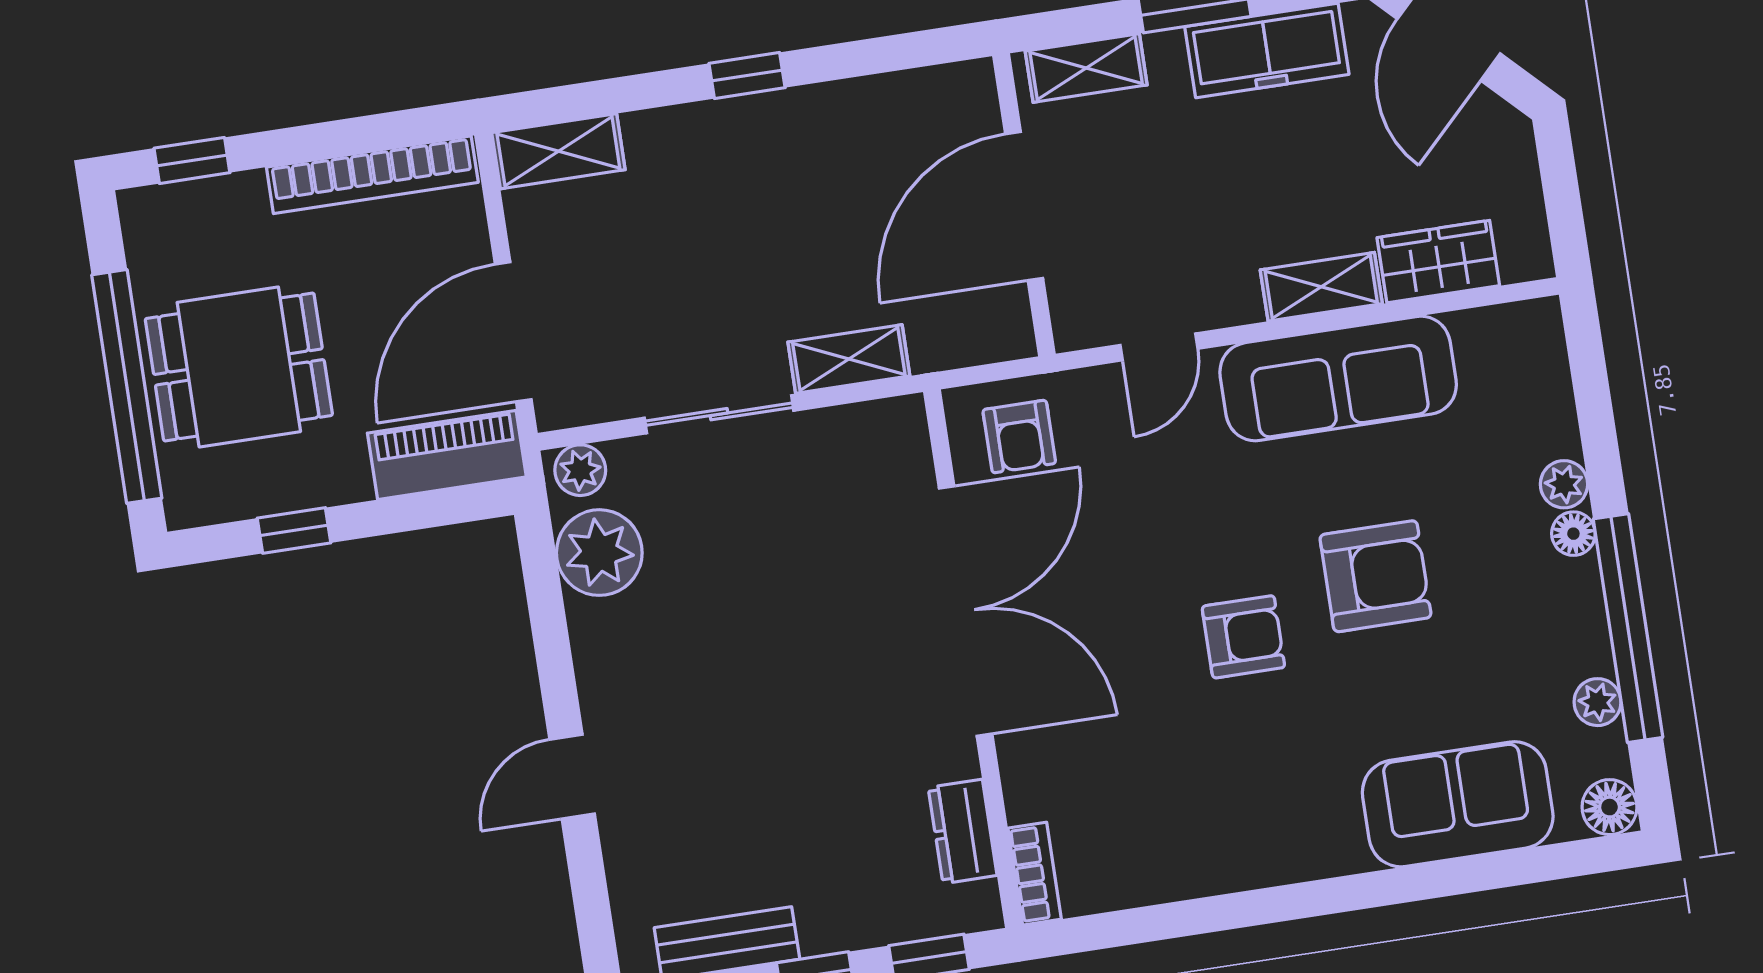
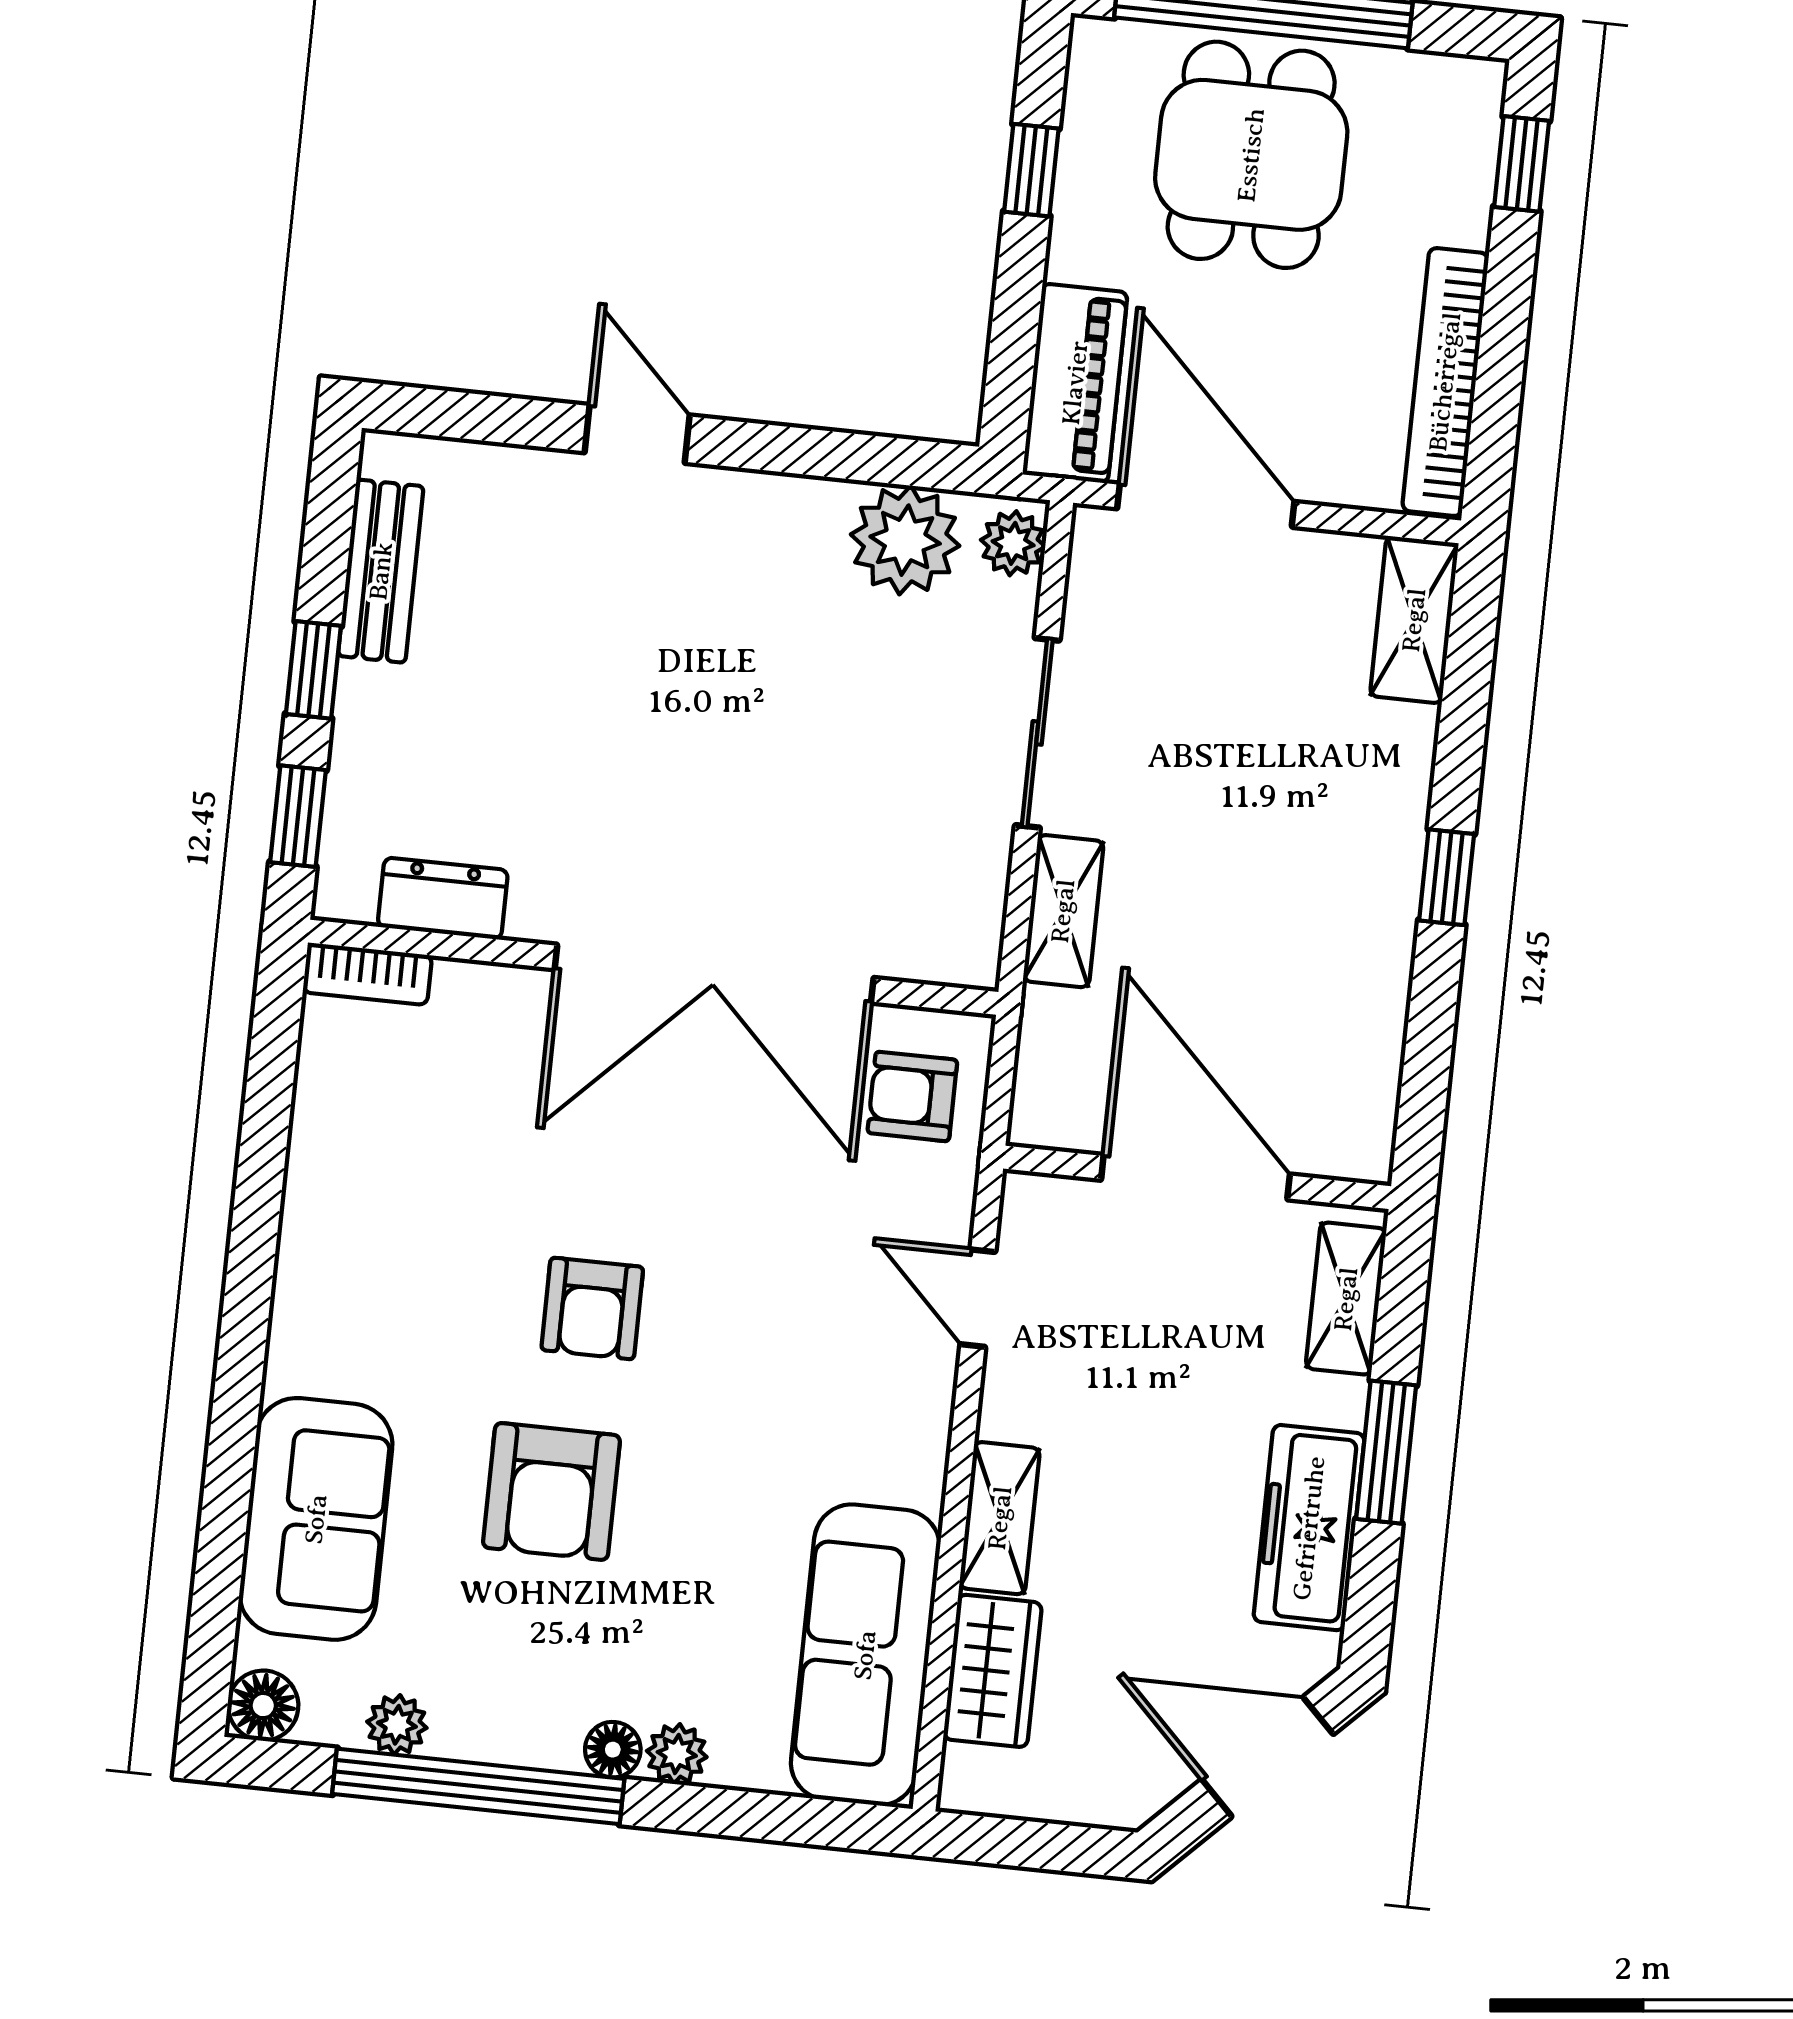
sofa: (1338, 378) -> (865, 1655), moved
armchair: (1375, 576) -> (551, 1491), moved

